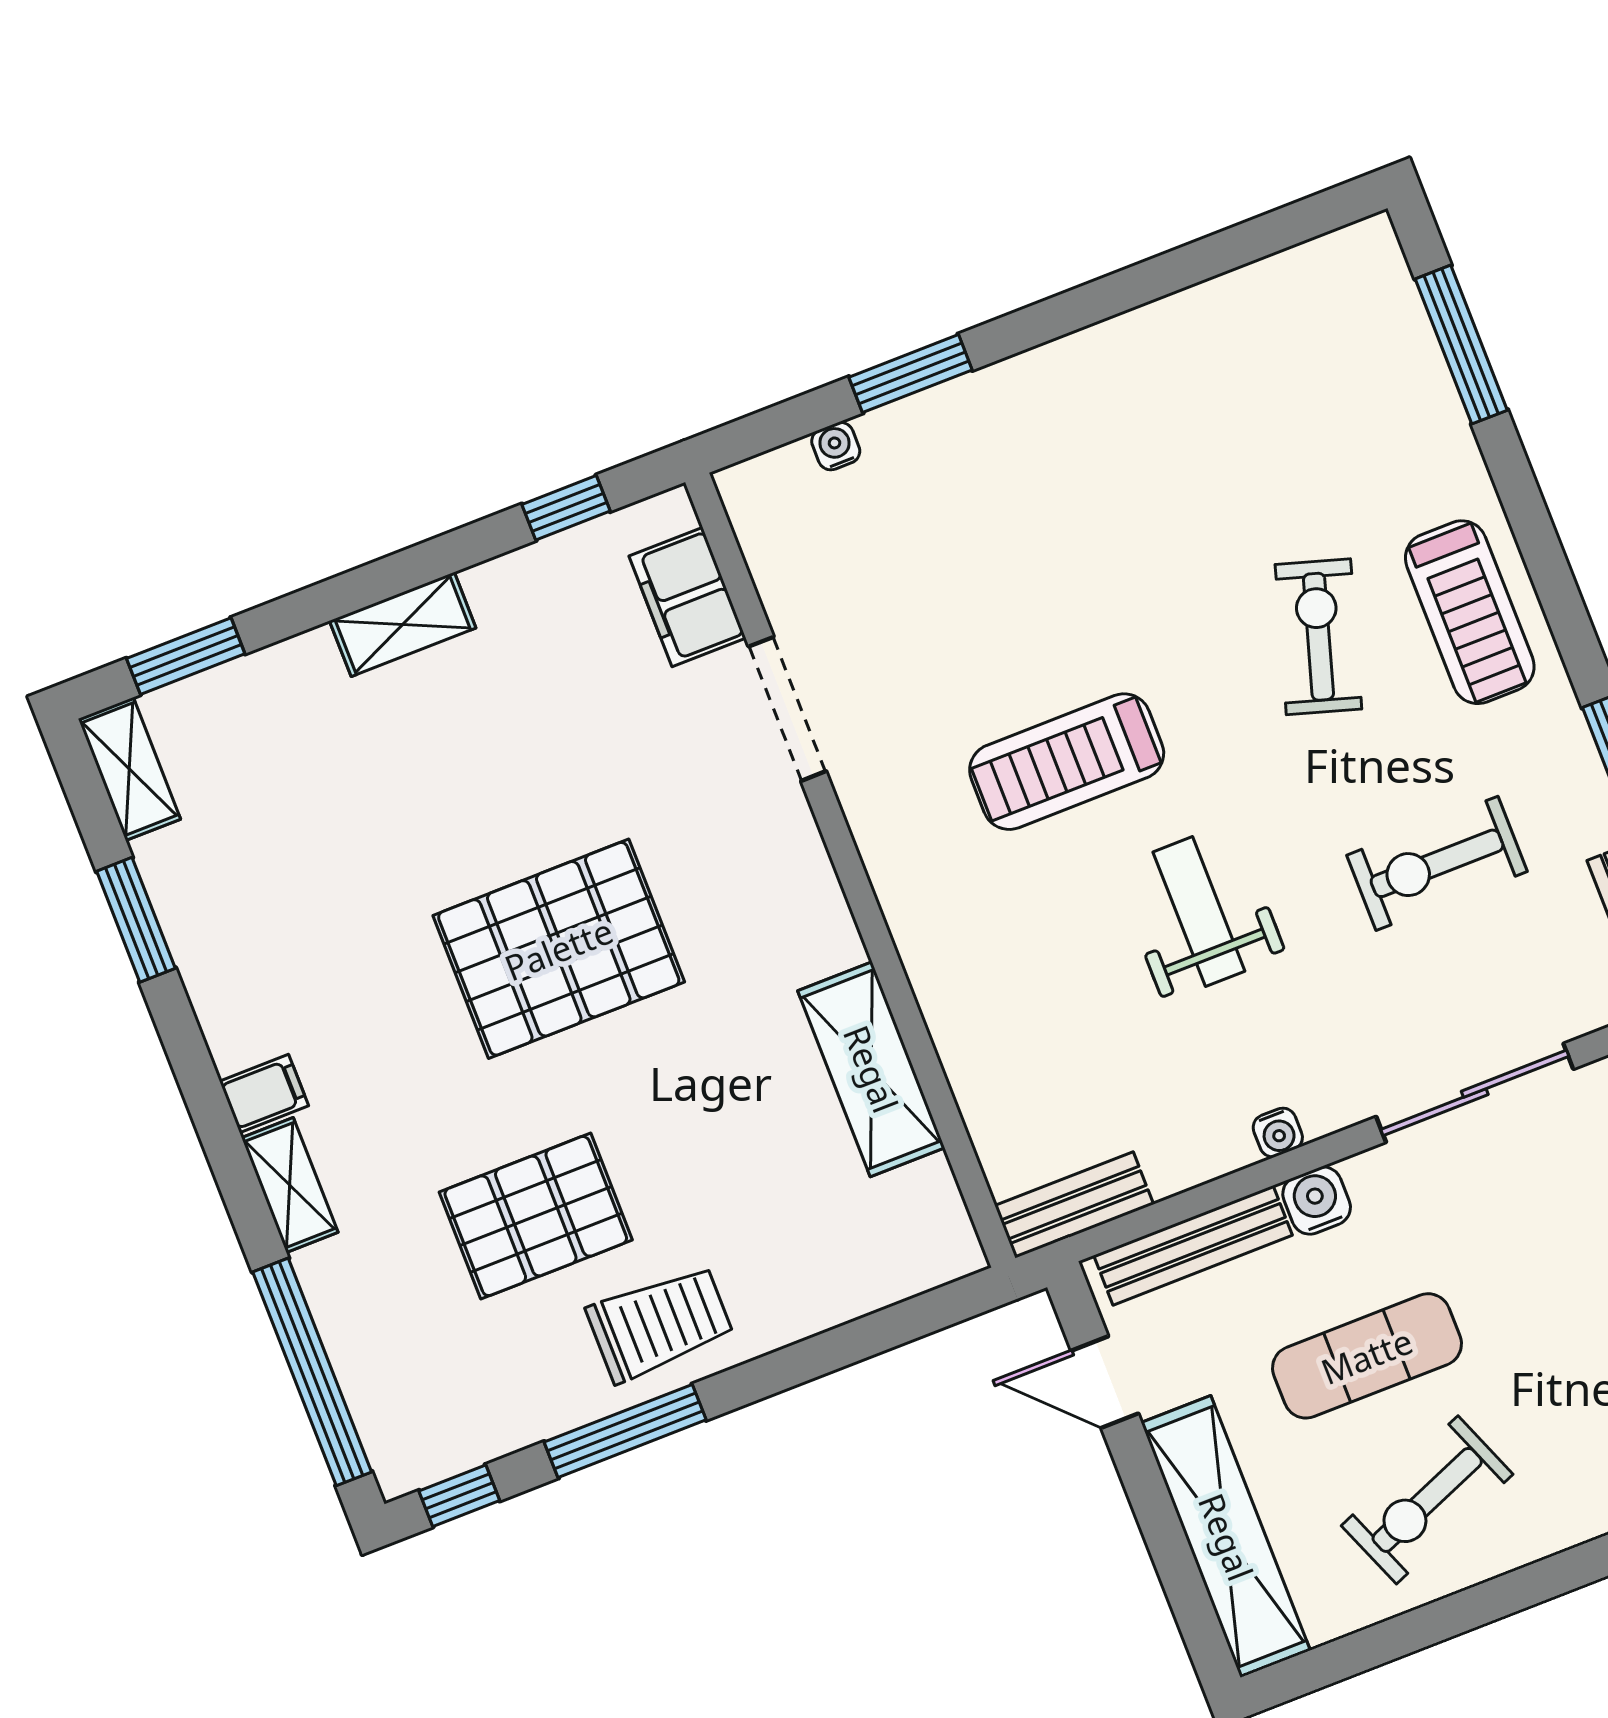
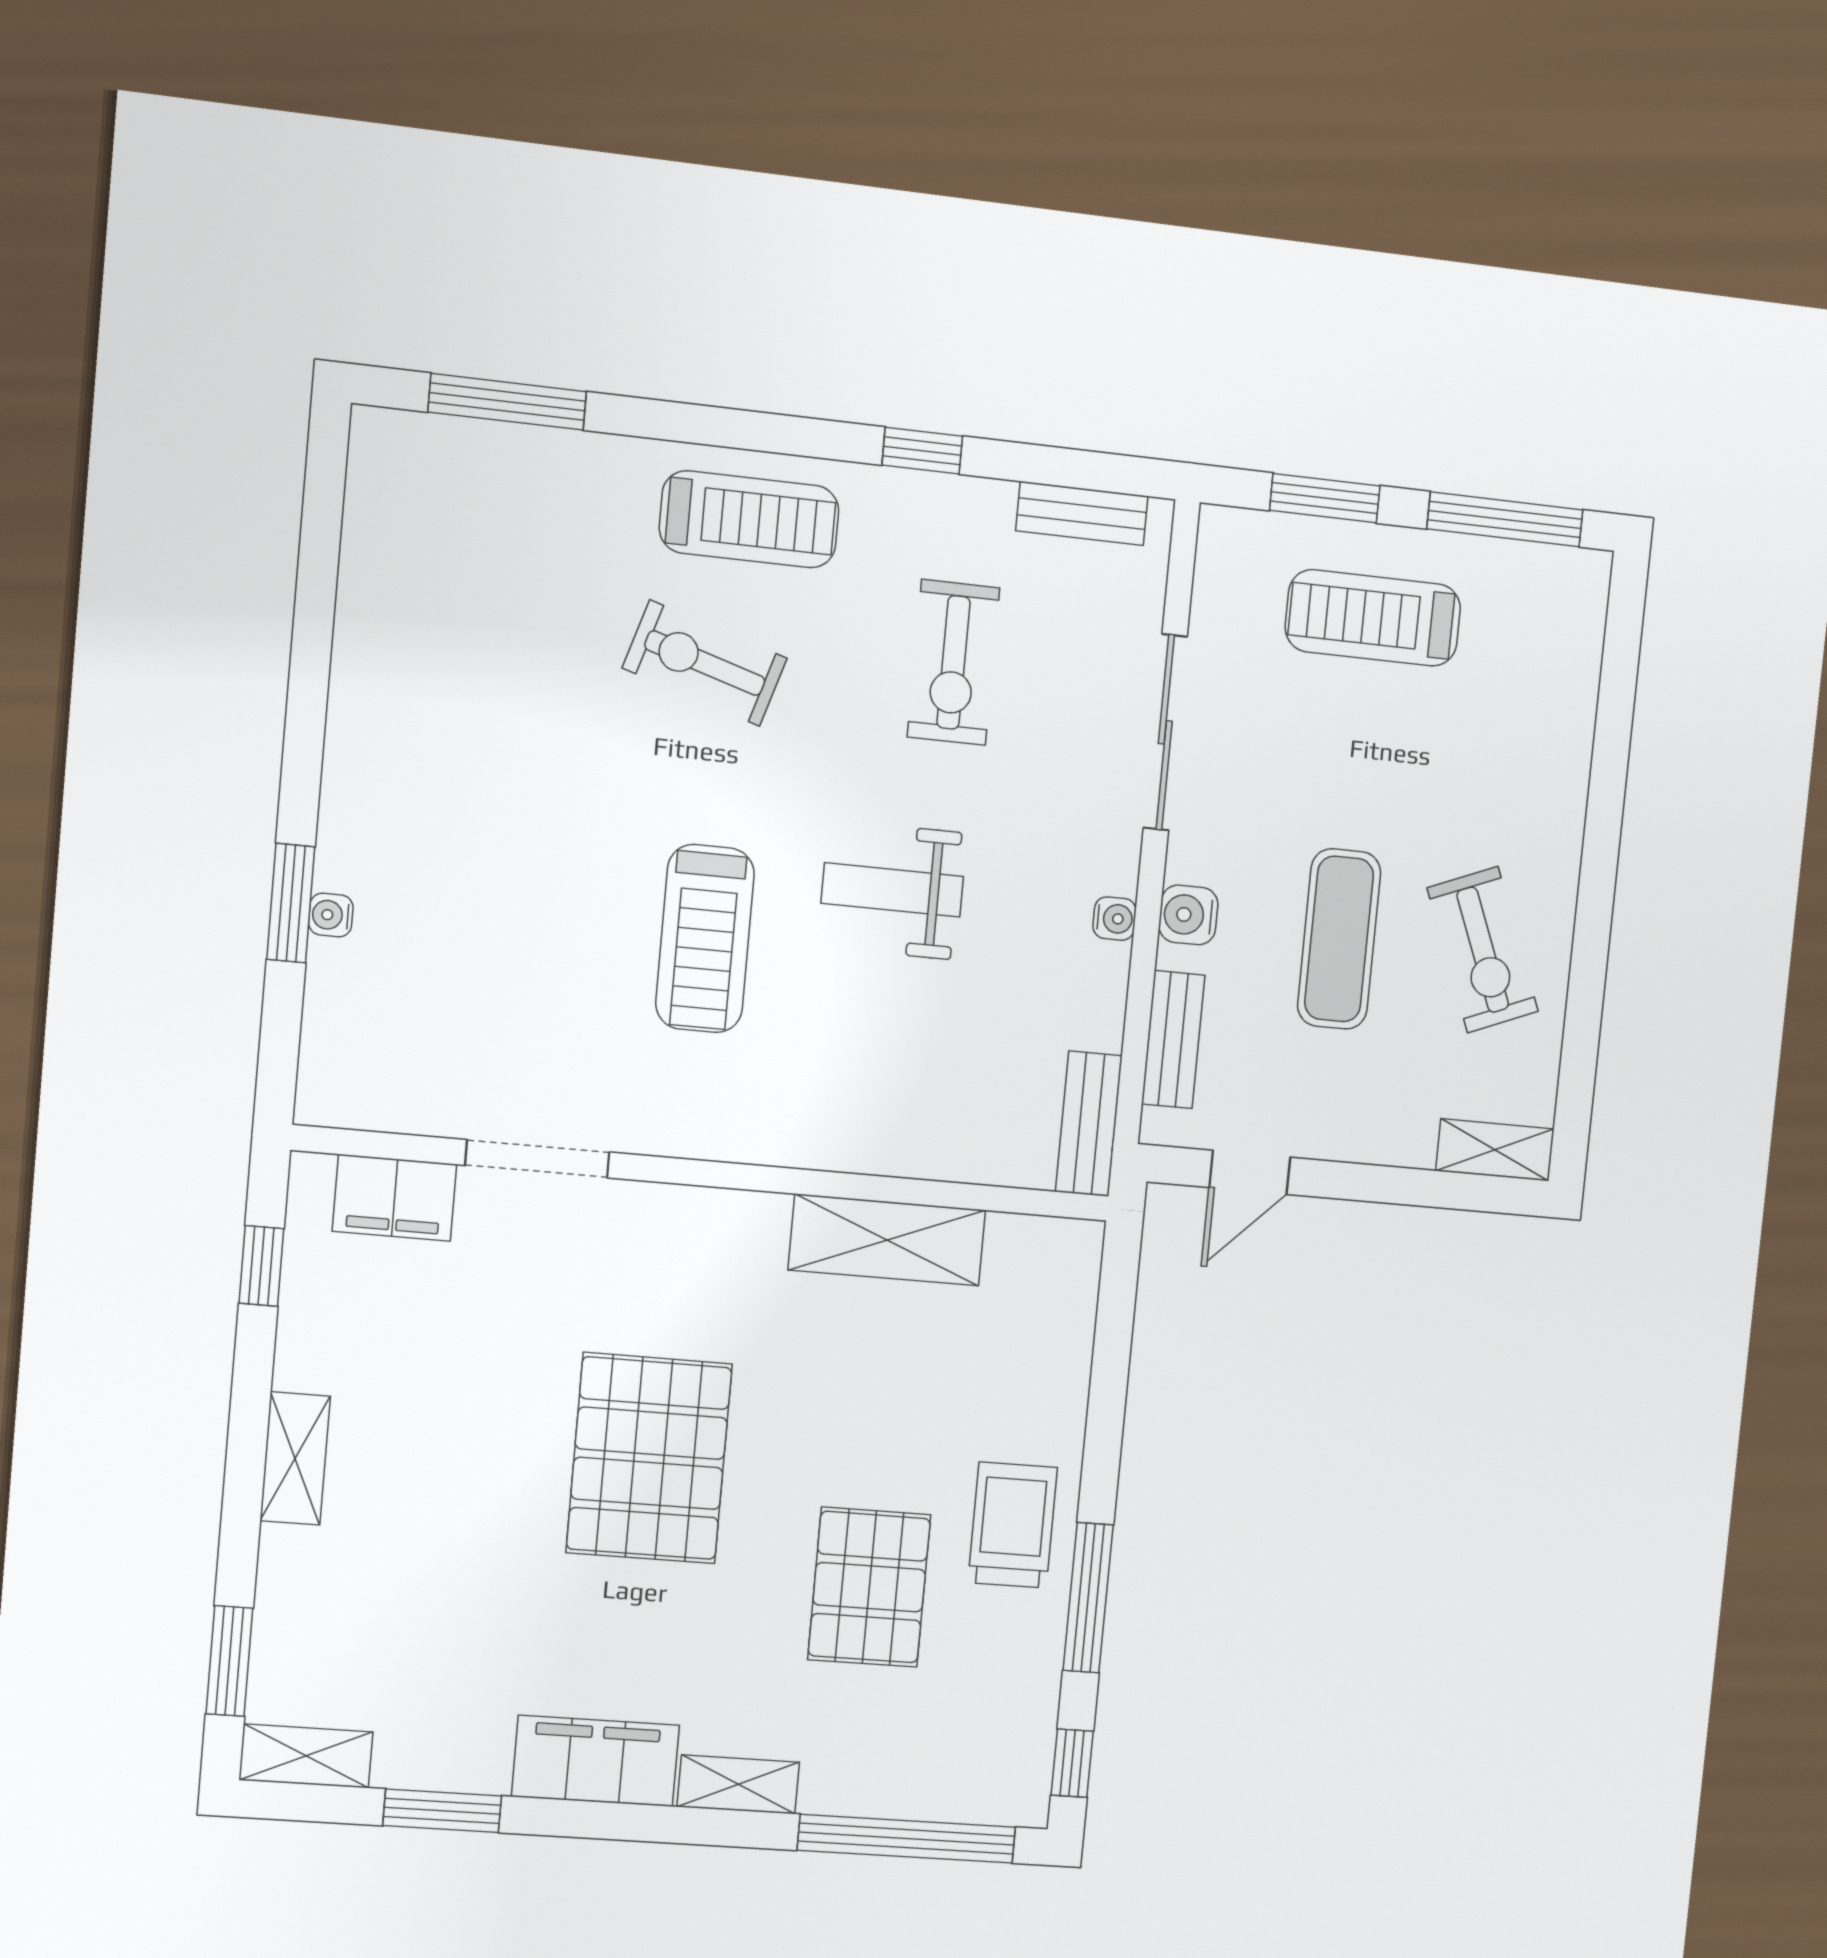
water cooler: (836, 446) -> (331, 915), moved
filing cabinet: (264, 1094) -> (596, 1761), width x3.00, depth x1.17
bench: (1193, 1245) -> (1173, 1040), width x0.73
shelving: (1226, 1537) -> (1495, 1150), width x0.45, depth x0.75

